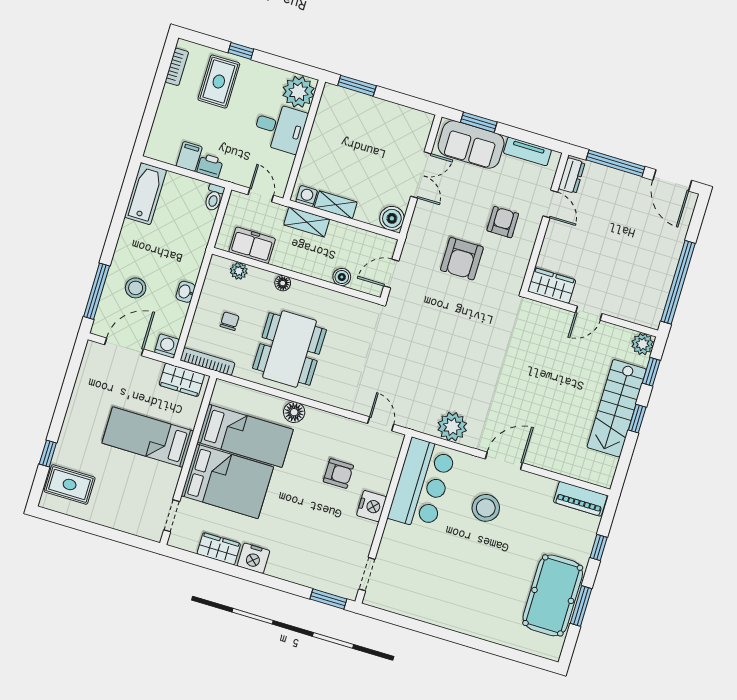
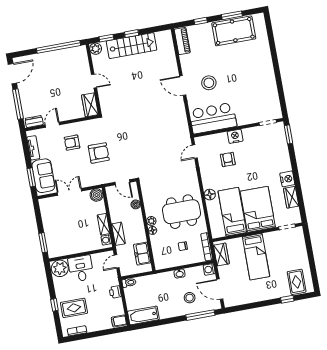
filing cabinet: (189, 156) -> (119, 321), moved
plant: (239, 271) -> (151, 221), moved
plant: (452, 427) -> (179, 118), removed

